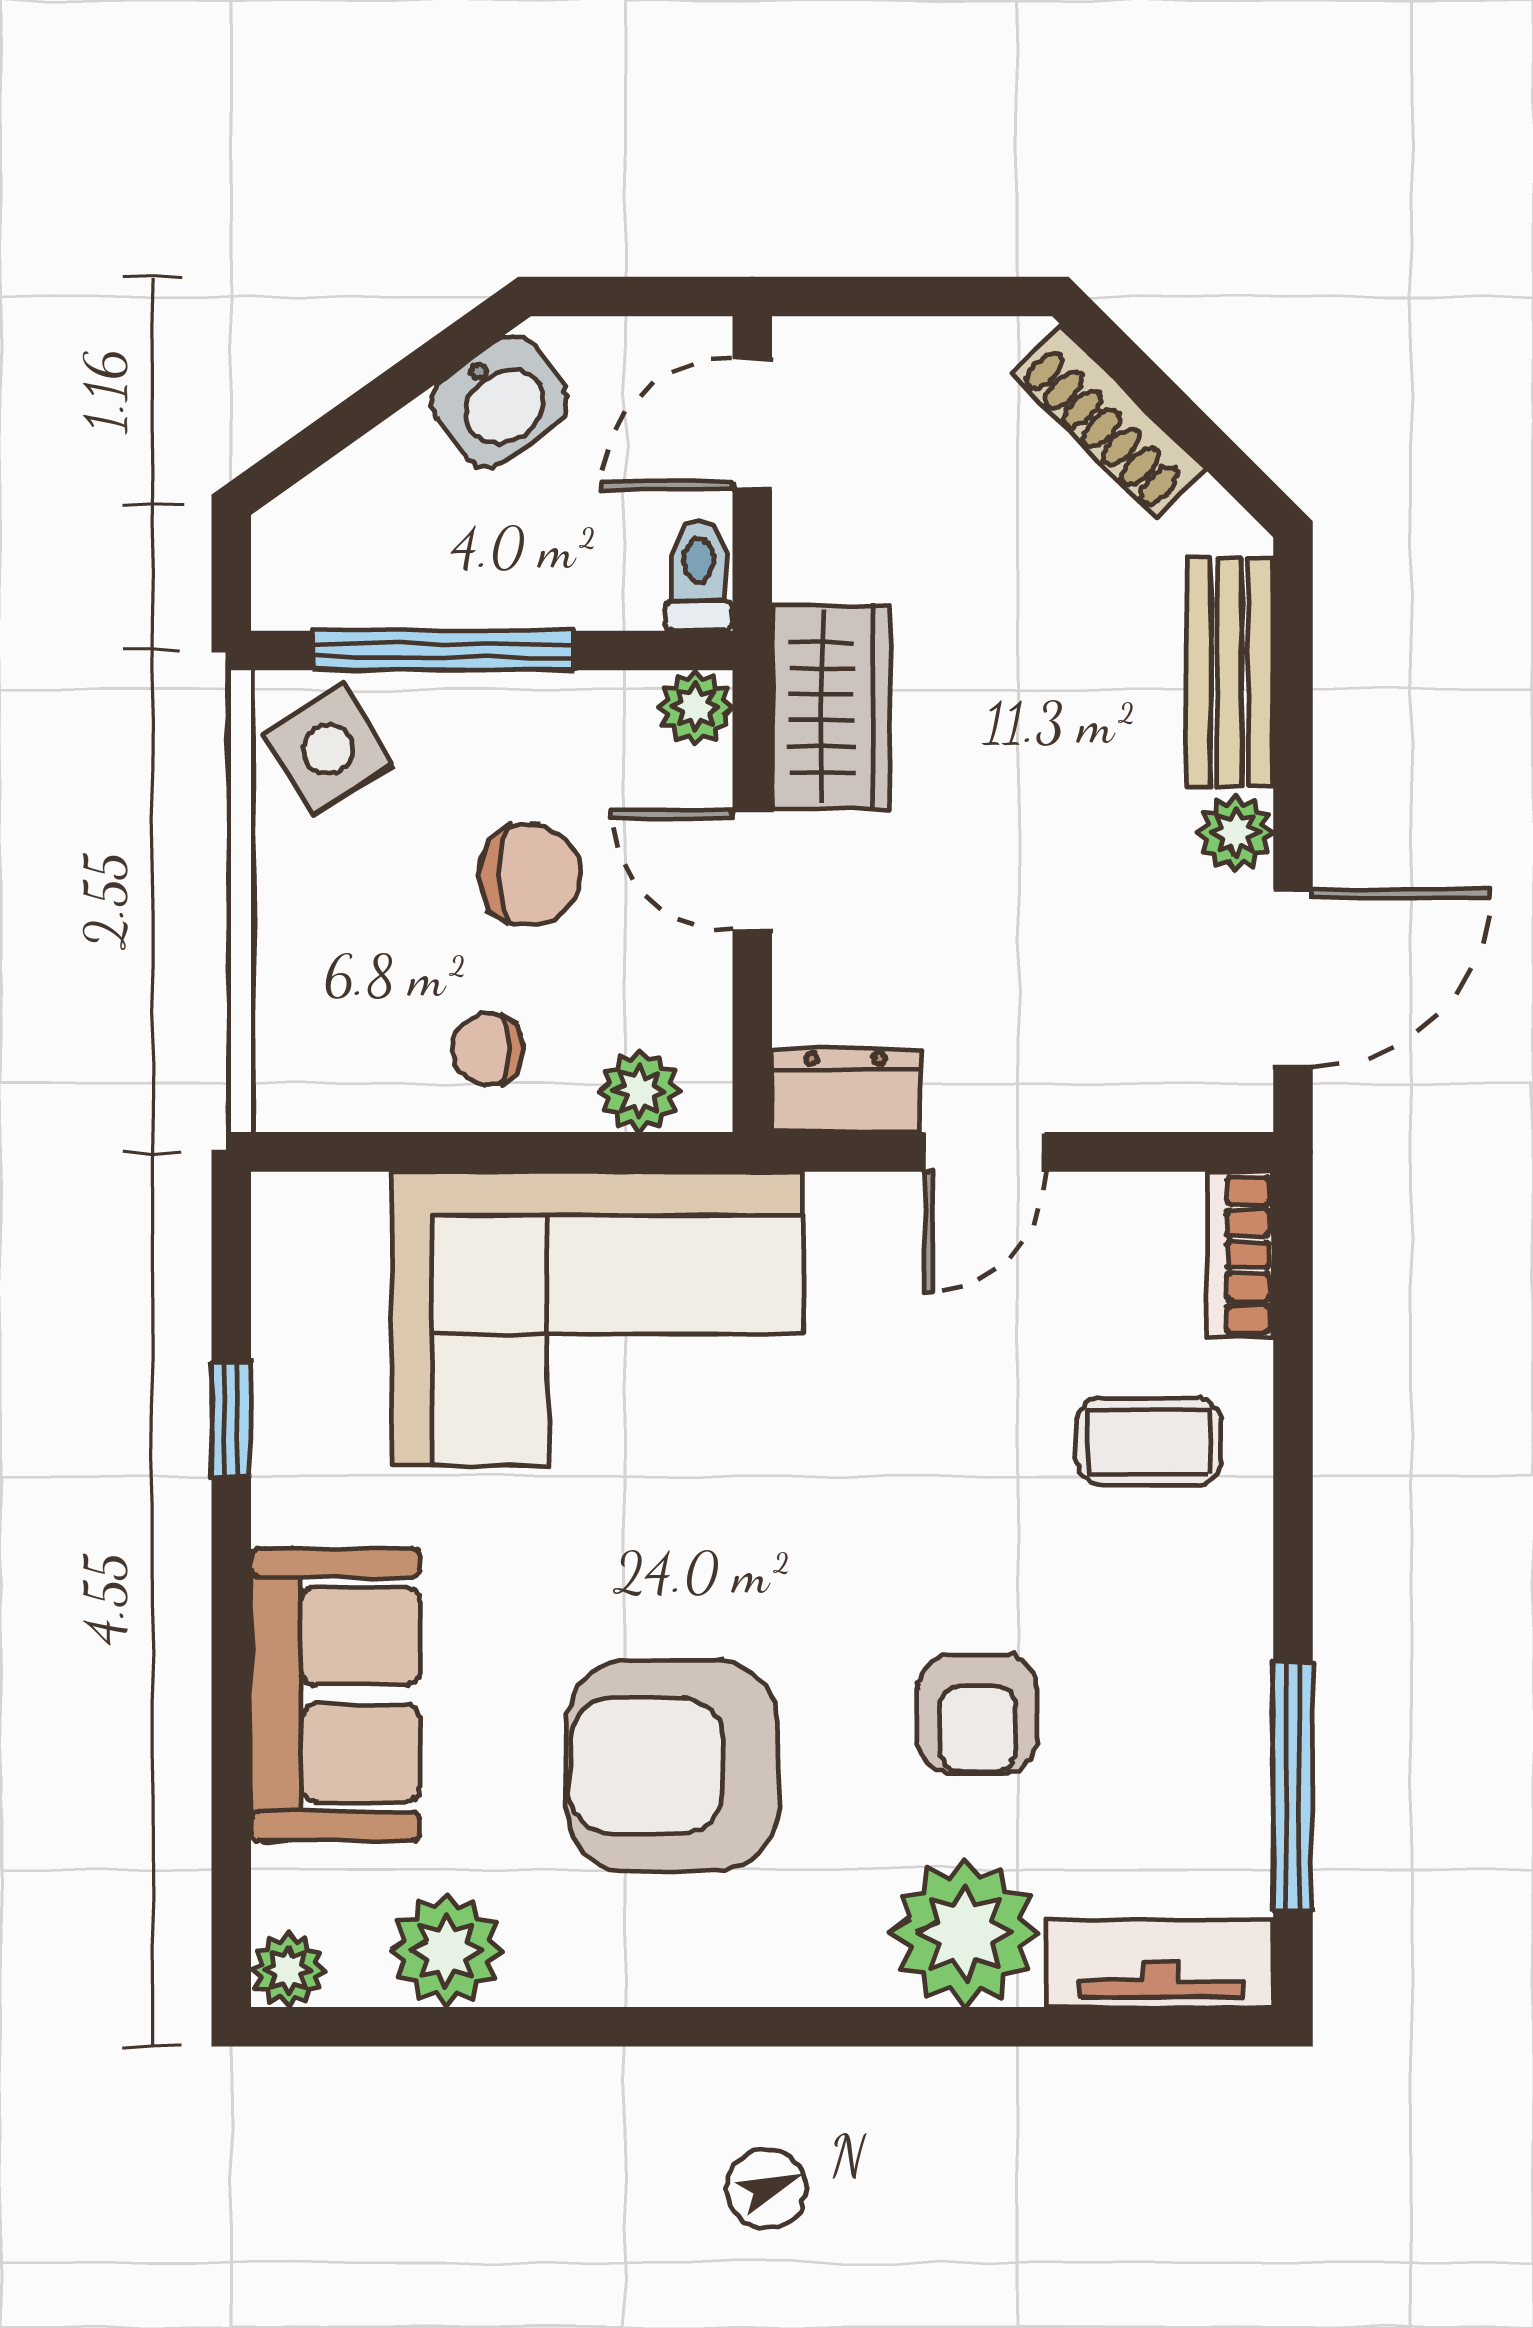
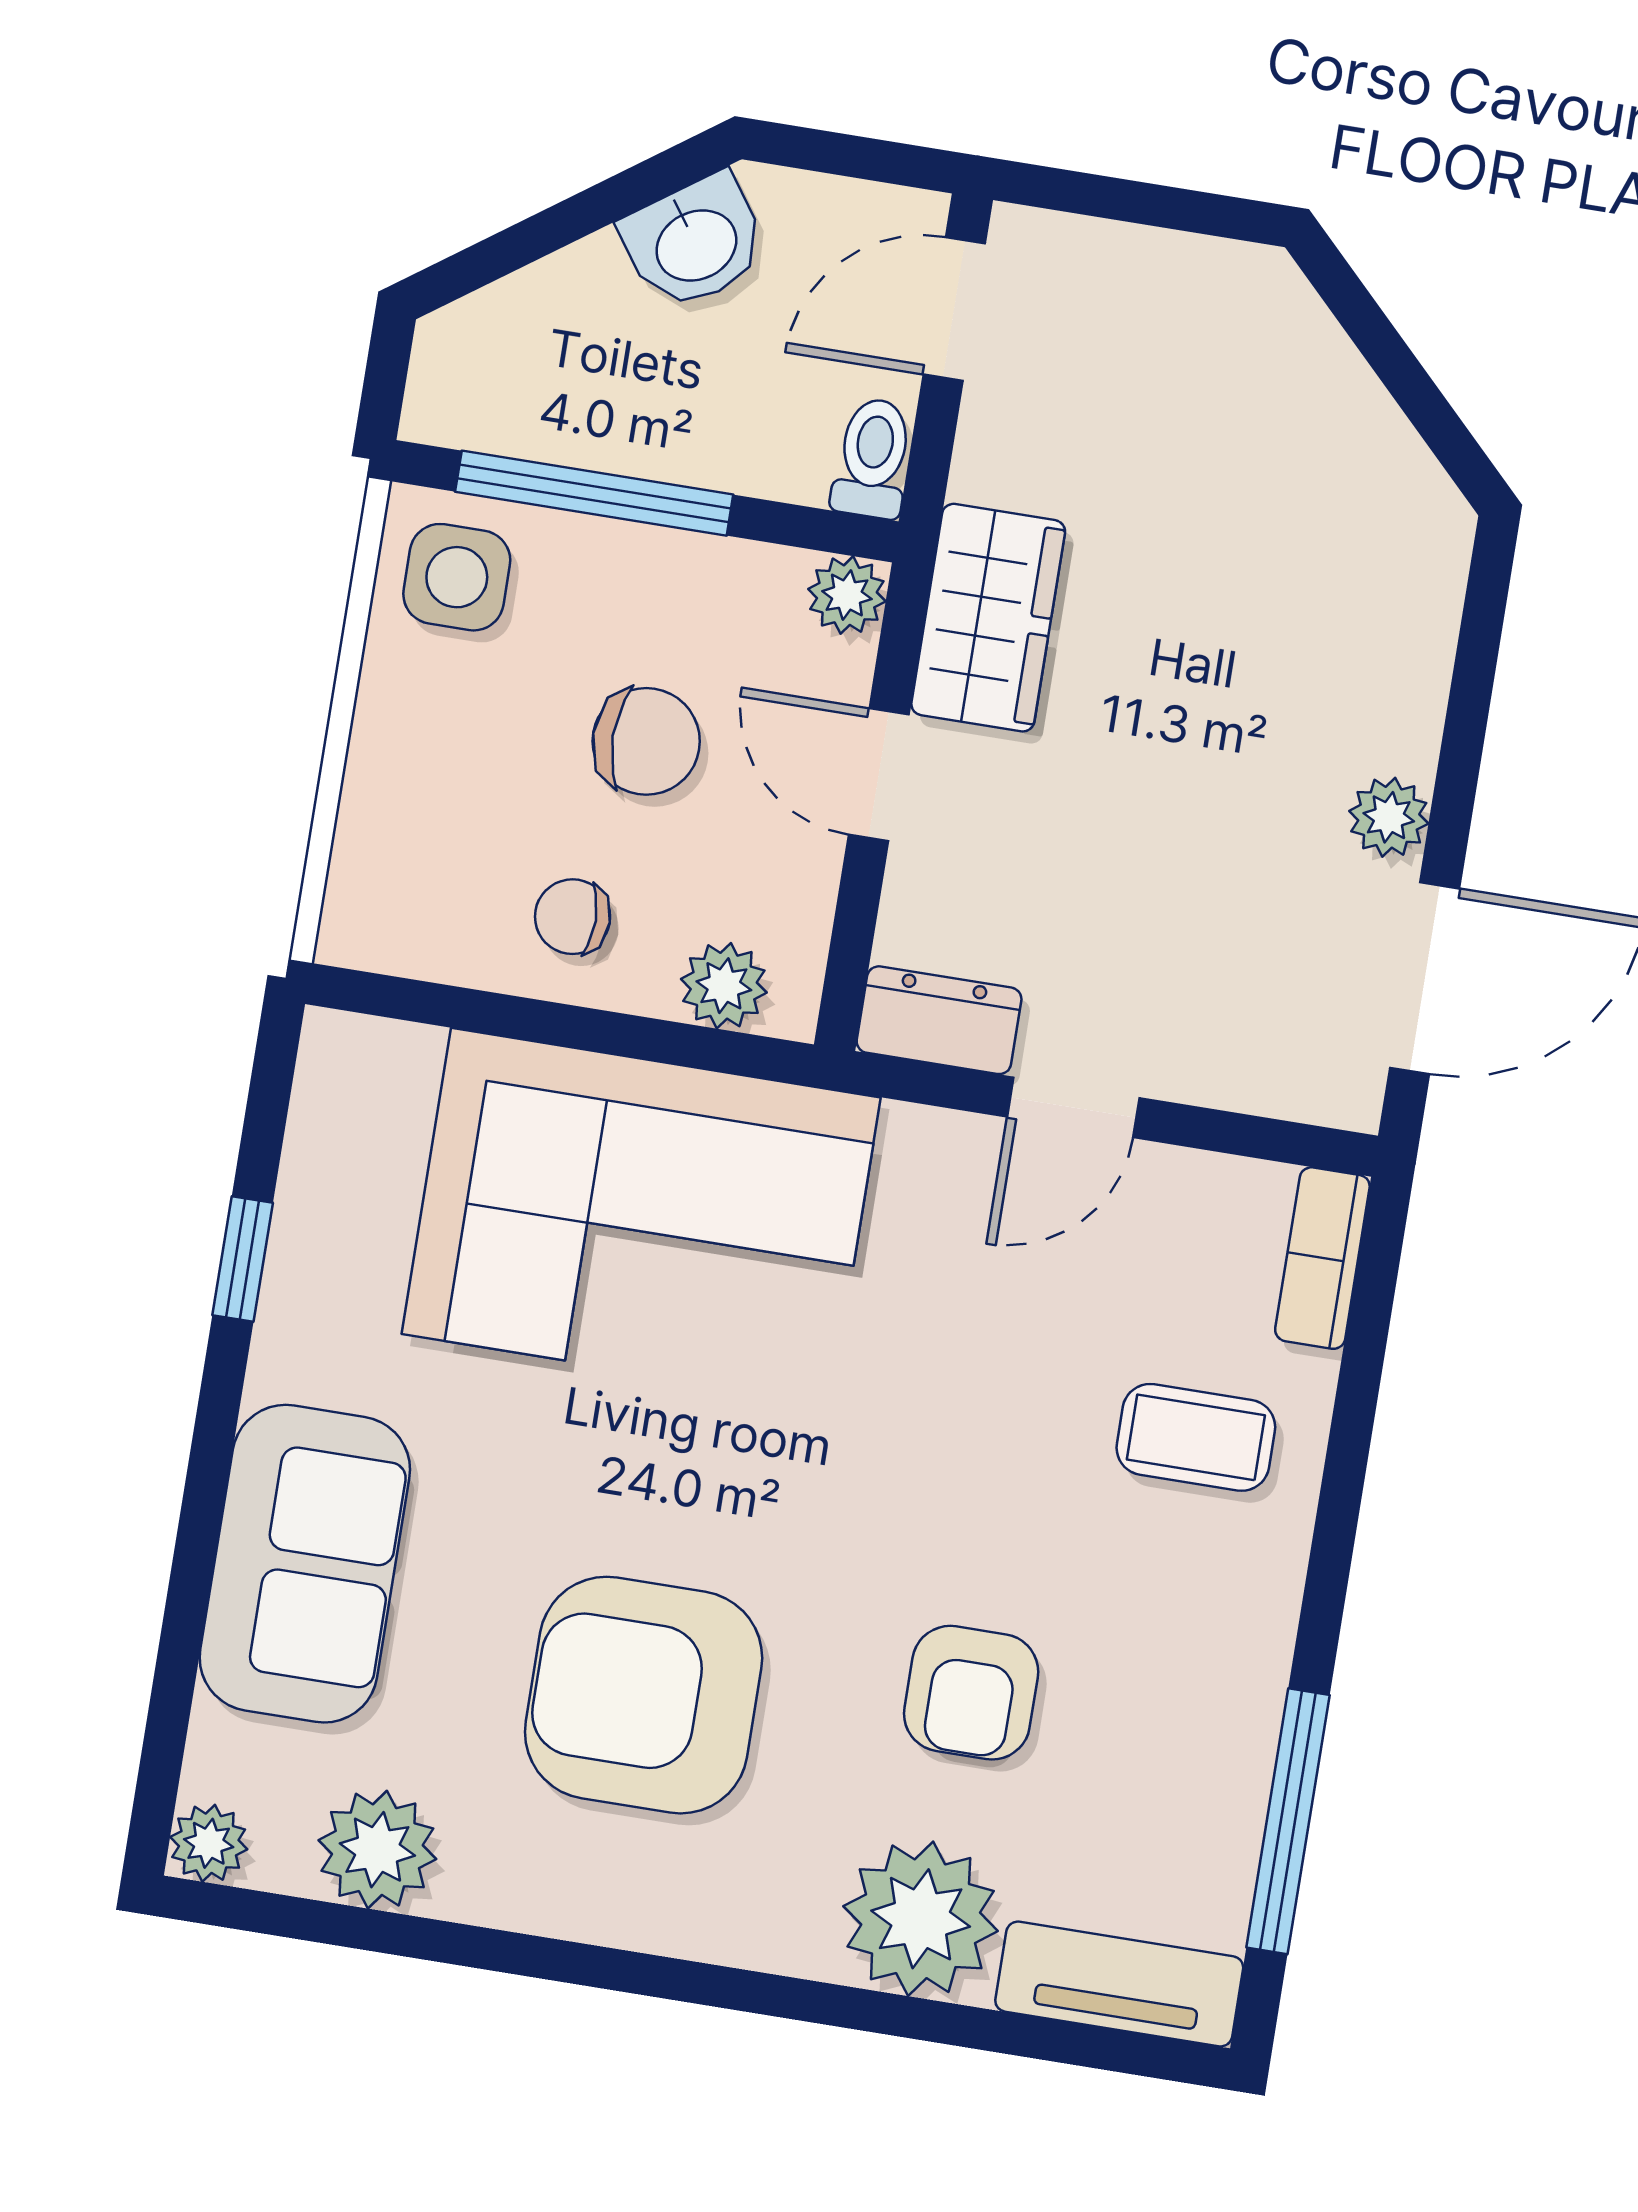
shoe rack: (1108, 422) -> (1326, 367), removed
bench: (1230, 673) -> (1410, 649), removed
side table: (328, 750) -> (457, 577), turned 32

